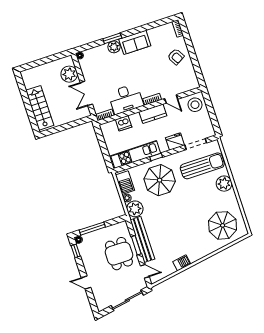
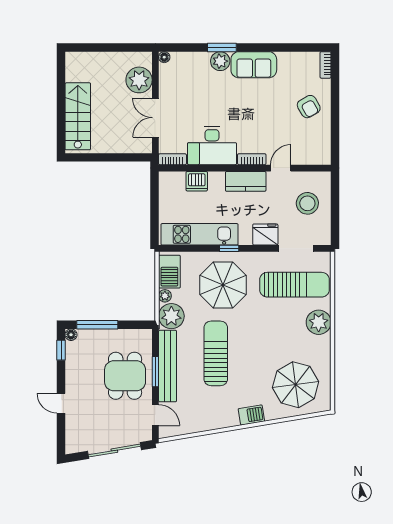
door: (171, 99) -> (281, 168), swing flipped
stool: (195, 105) -> (307, 203), moved
sun lounger: (169, 222) -> (216, 353), added
barbecue: (182, 263) -> (251, 415), moved

